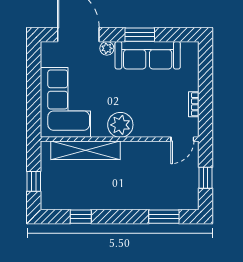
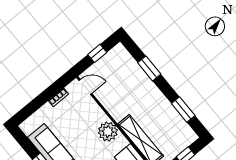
window: (81, 217) -> (183, 110), width x1.50
window: (164, 217) -> (149, 68), moved

